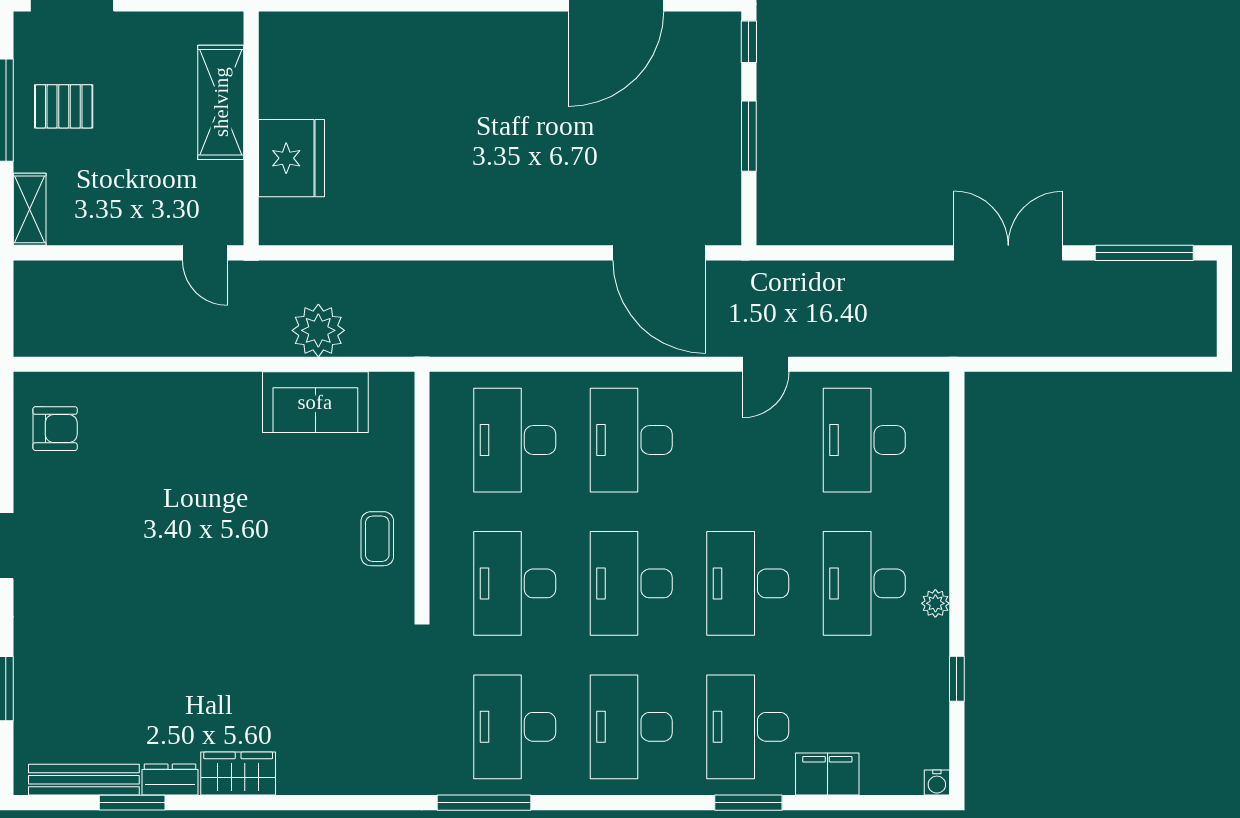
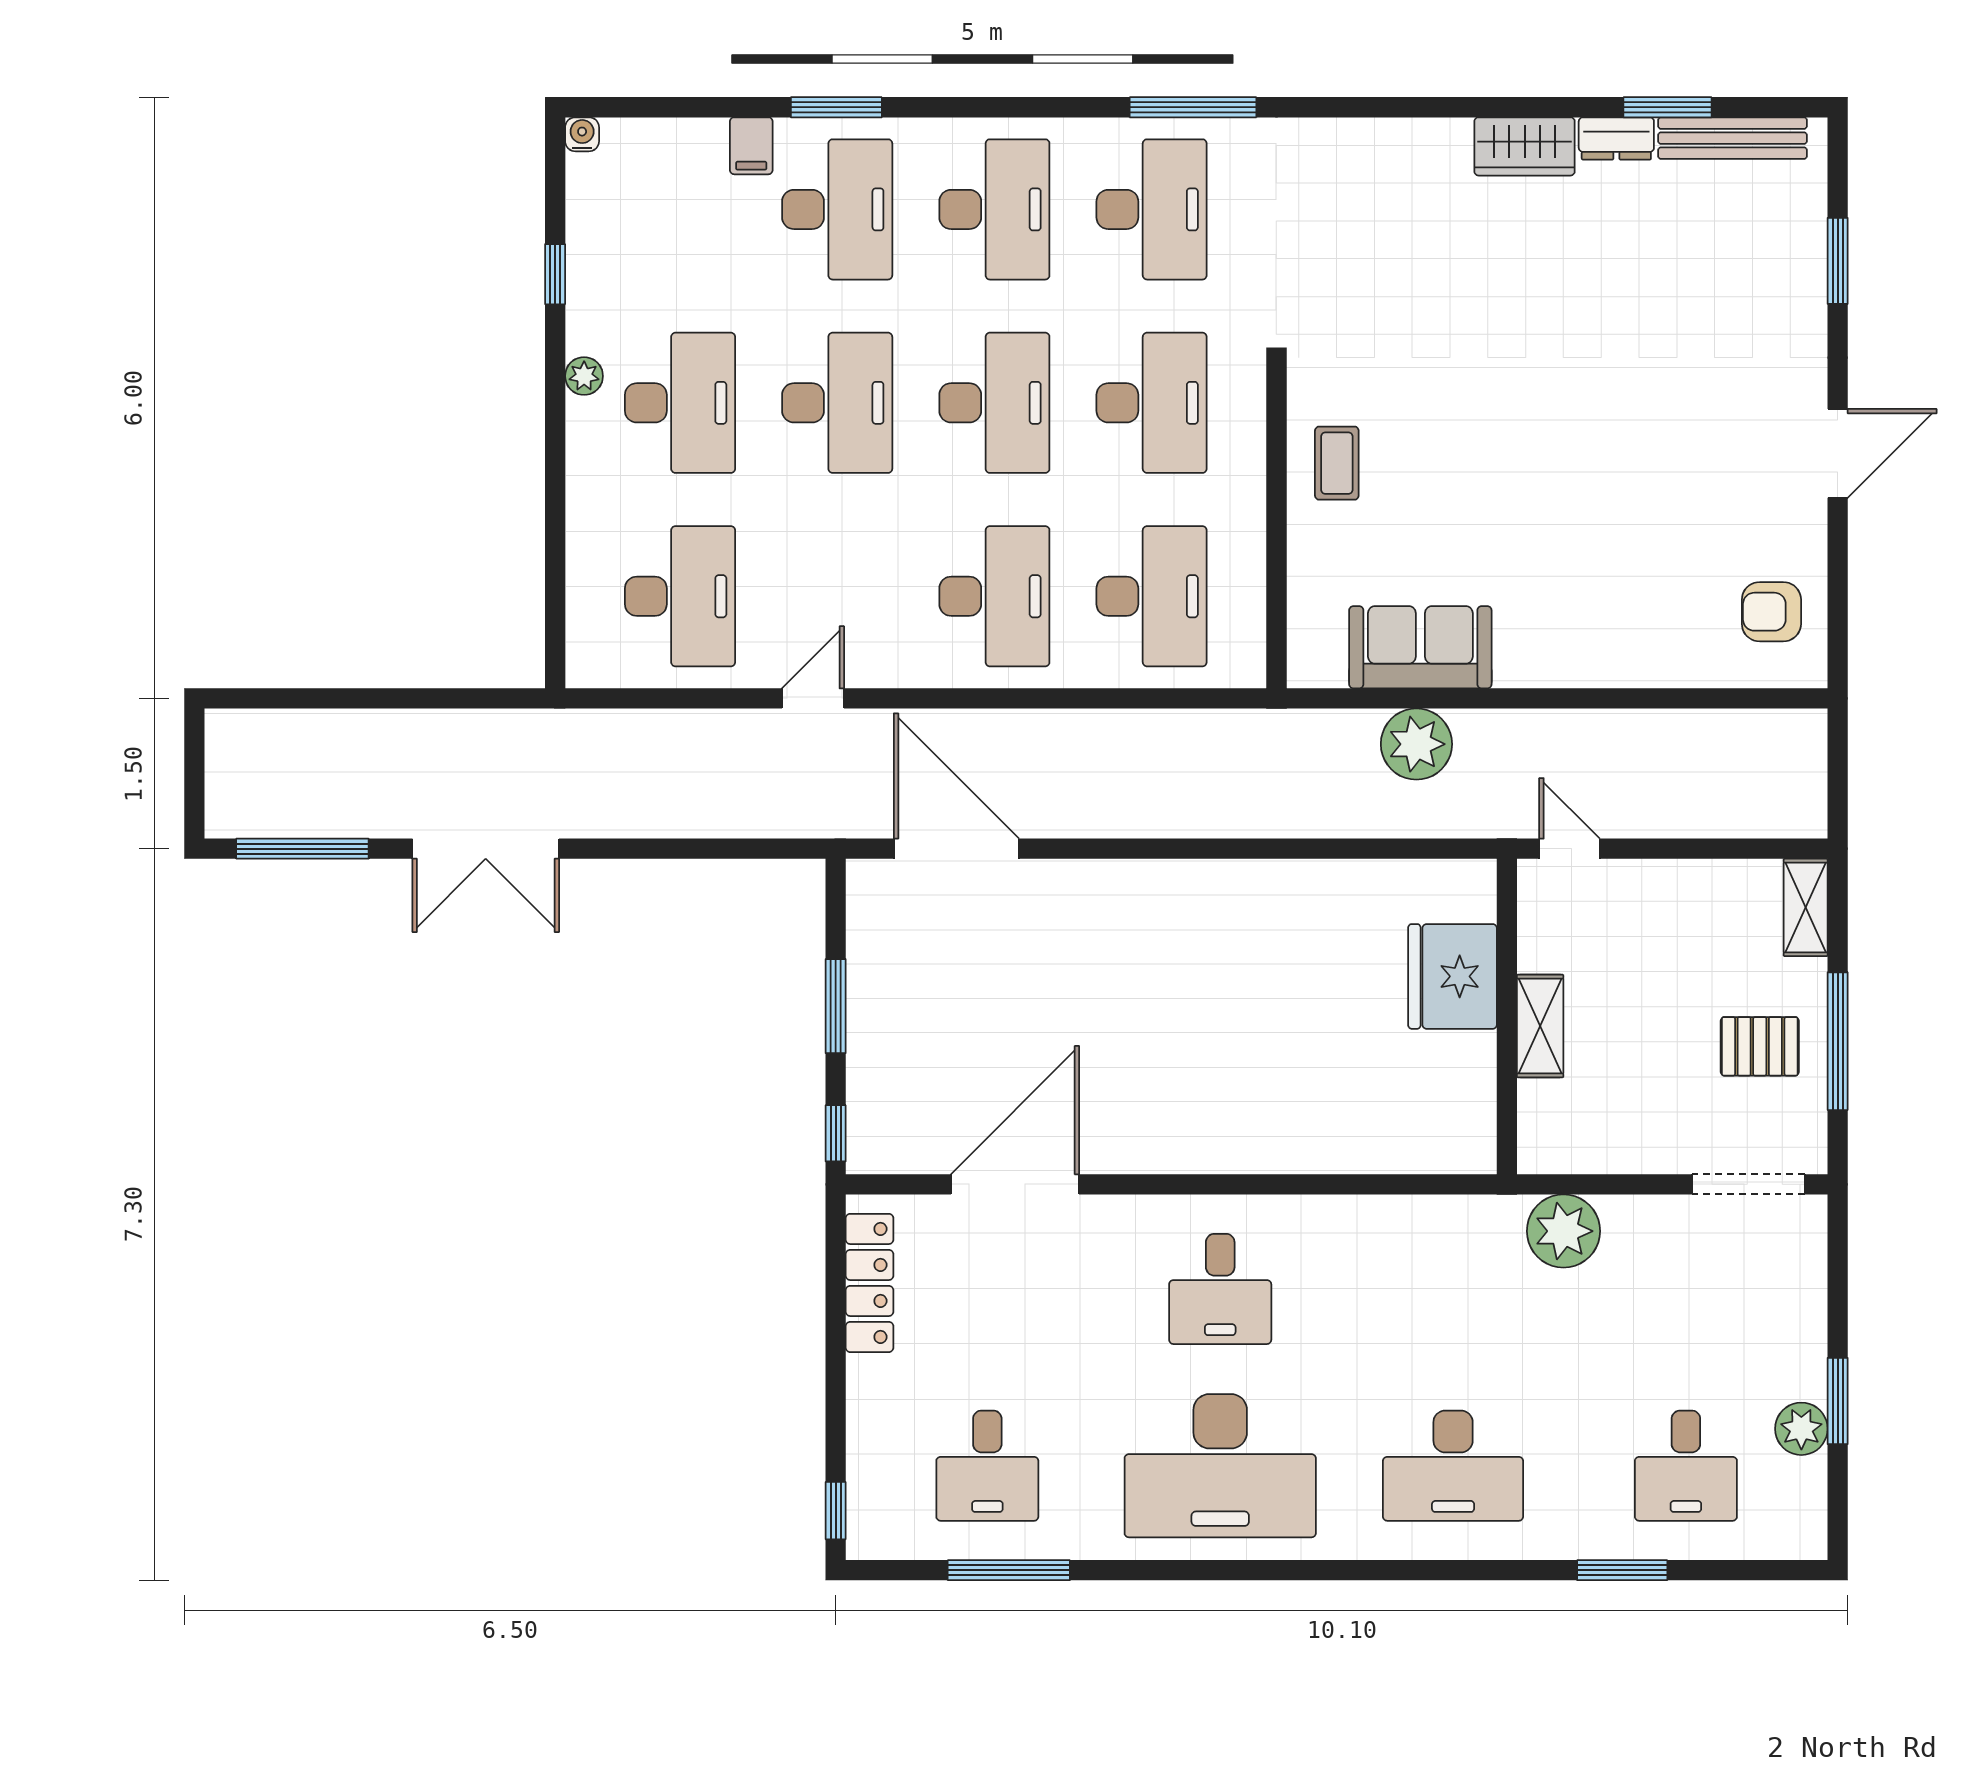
shelving: (221, 102) -> (1540, 1026), width x0.67, depth x0.75
filing cabinet: (827, 774) -> (751, 146), width x0.50

